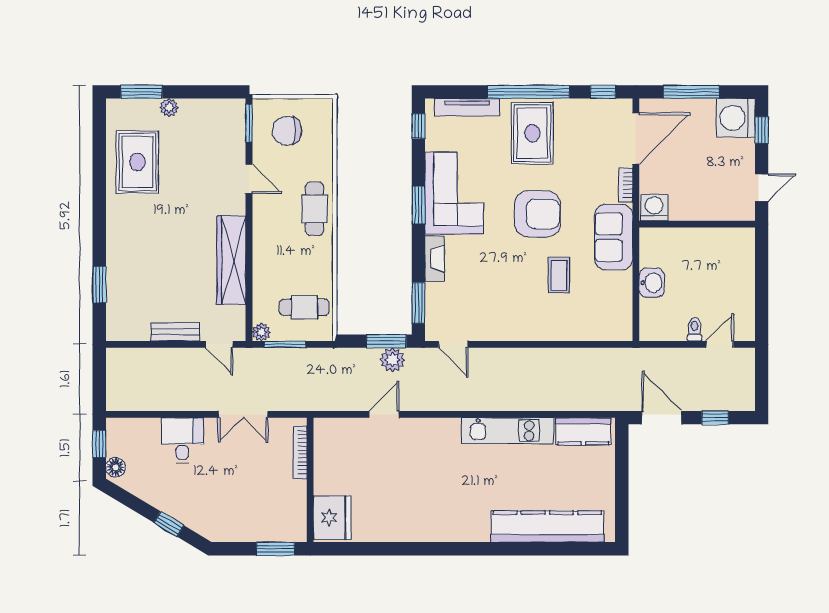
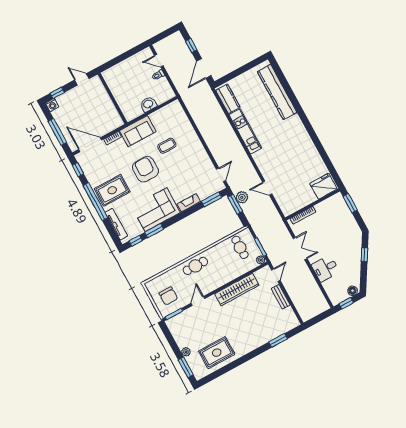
washing machine: (736, 118) -> (52, 105), width x0.53, depth x0.53
window: (418, 205) -> (154, 231), moved
washing machine: (654, 207) -> (115, 121), removed

